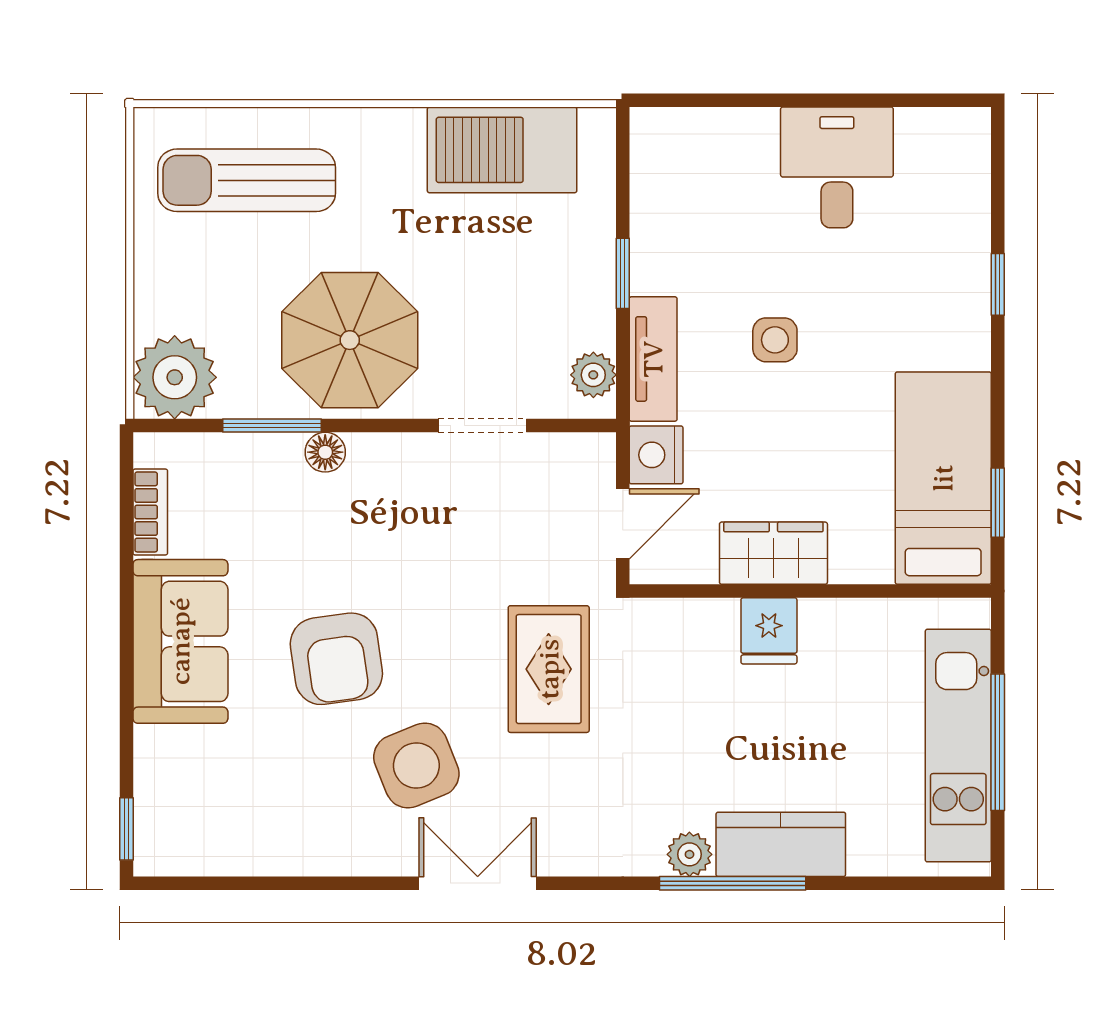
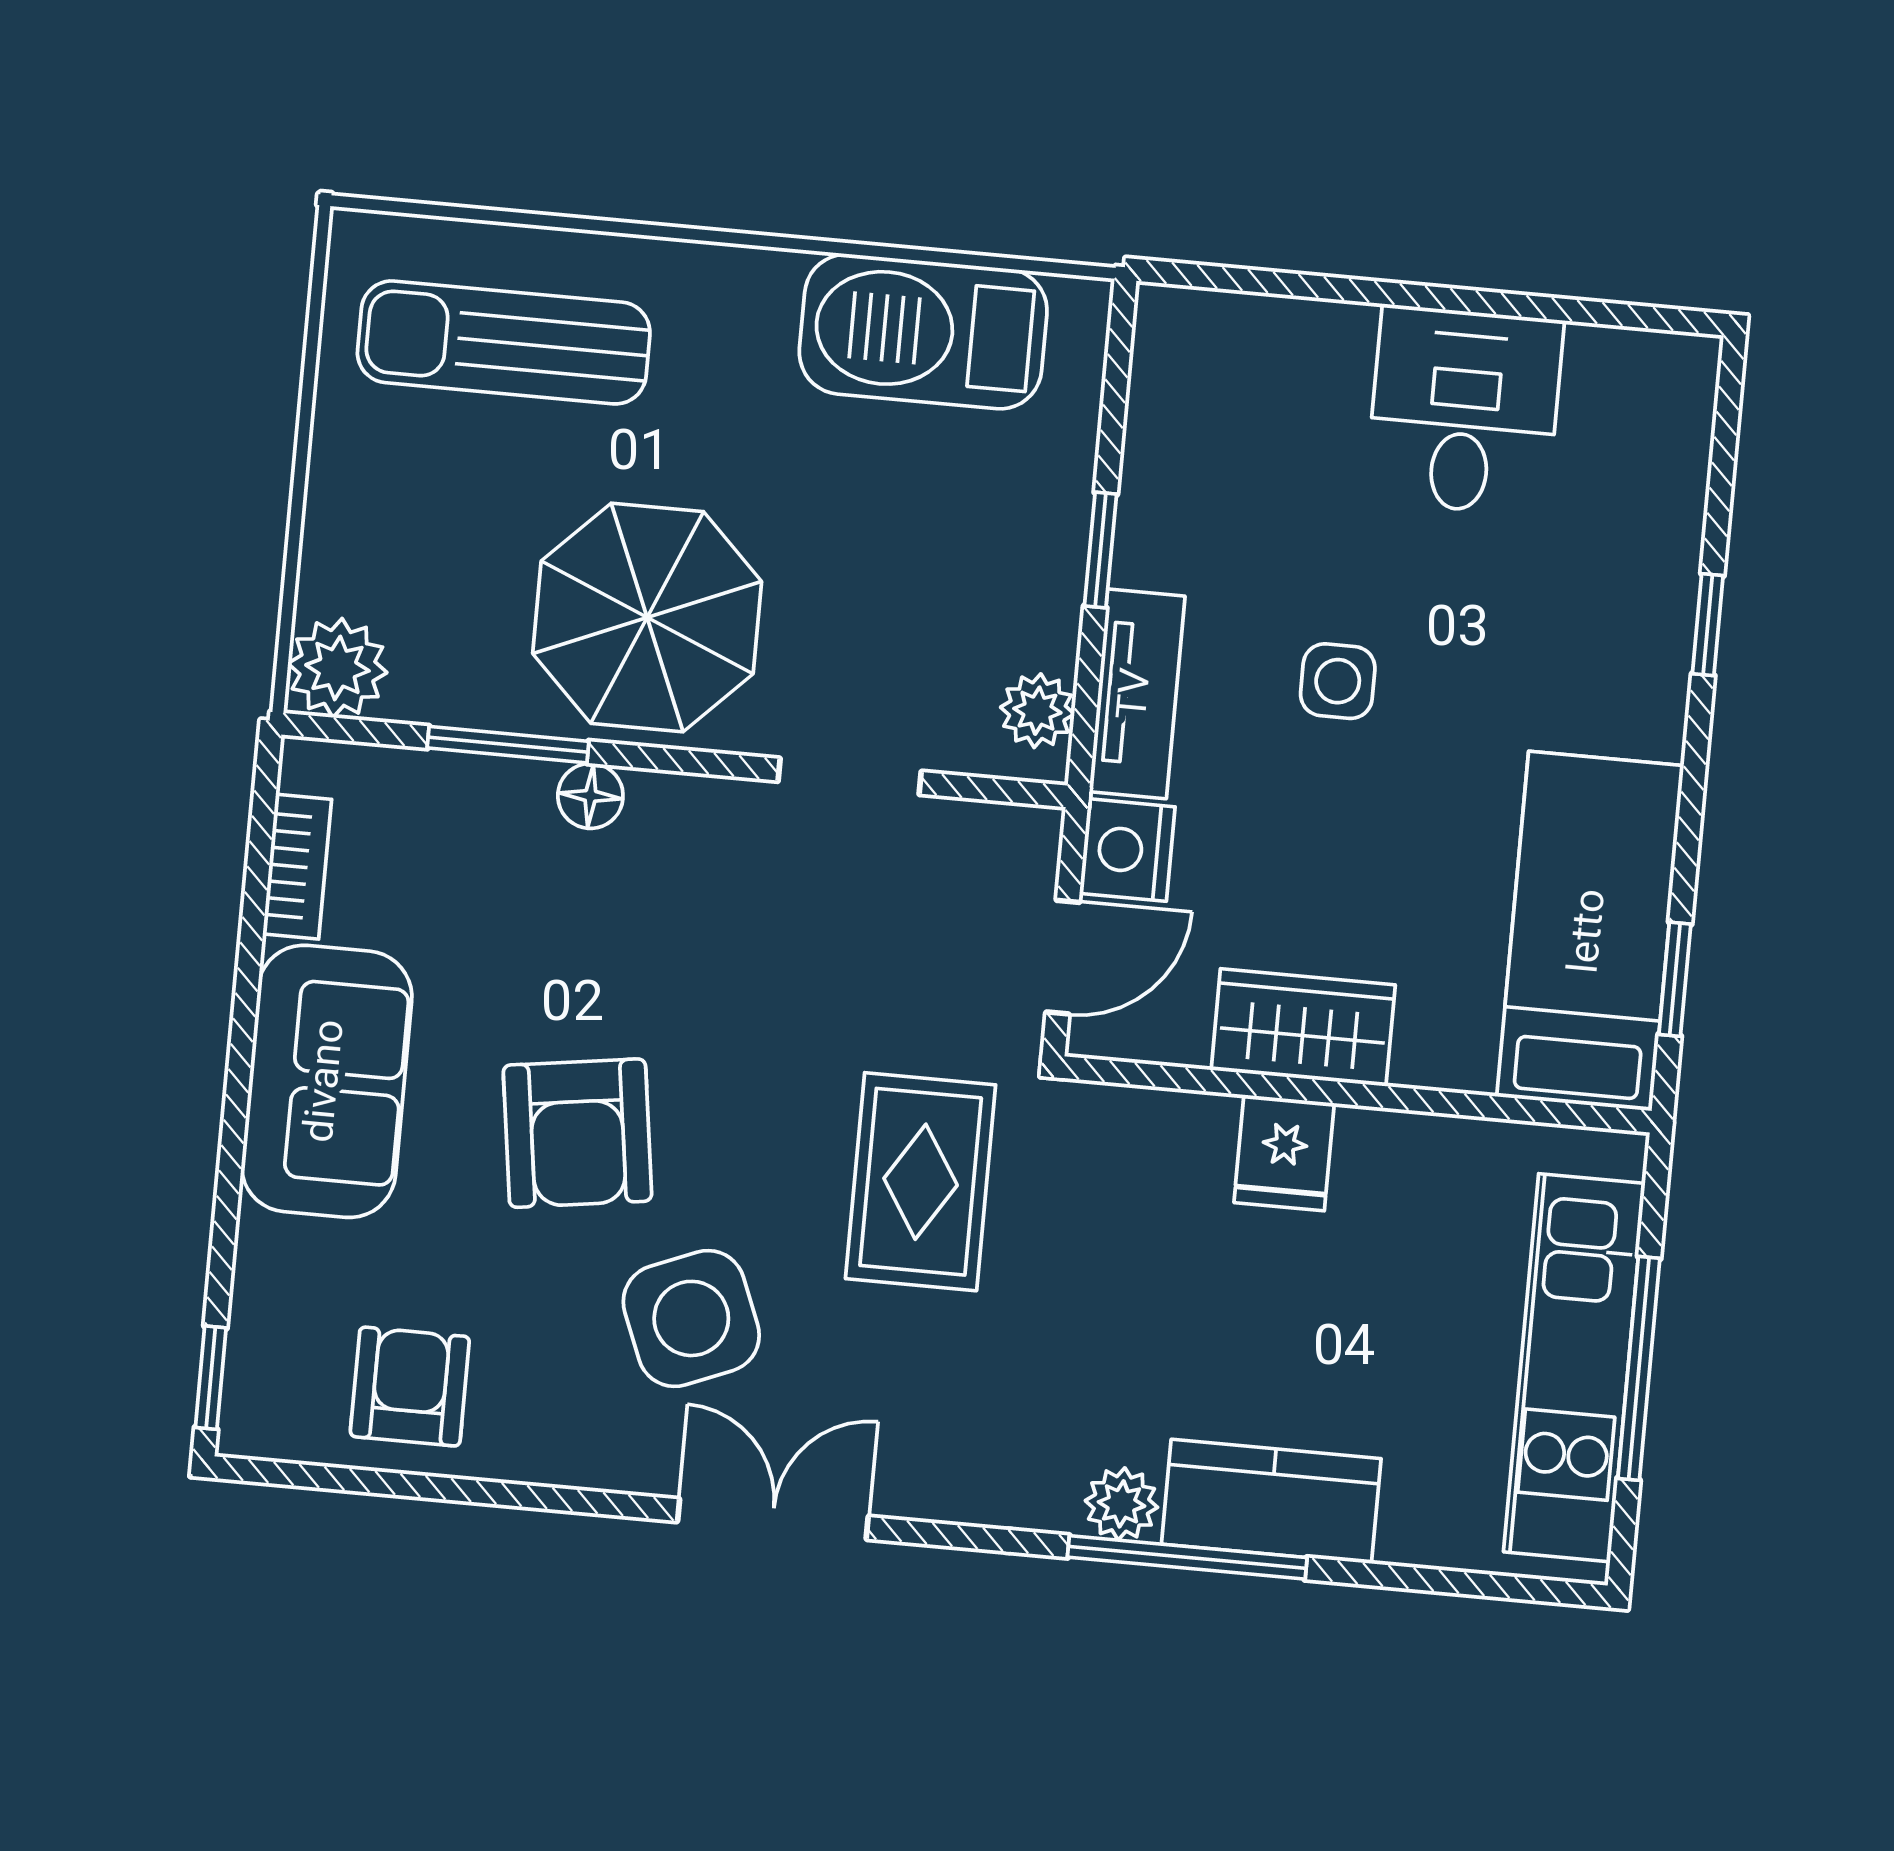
plant: (175, 377) -> (337, 668), width x0.73, depth x0.73
armchair: (248, 823) -> (410, 1387), added

